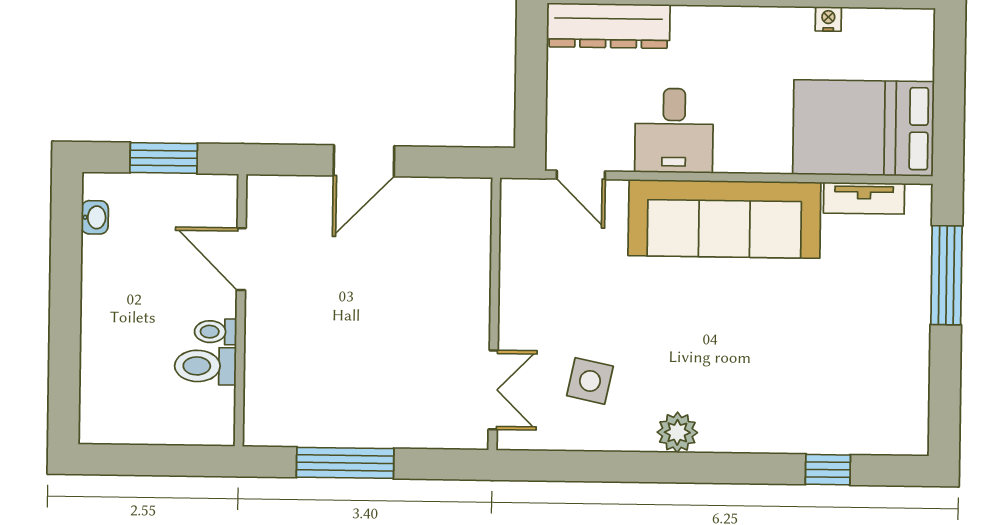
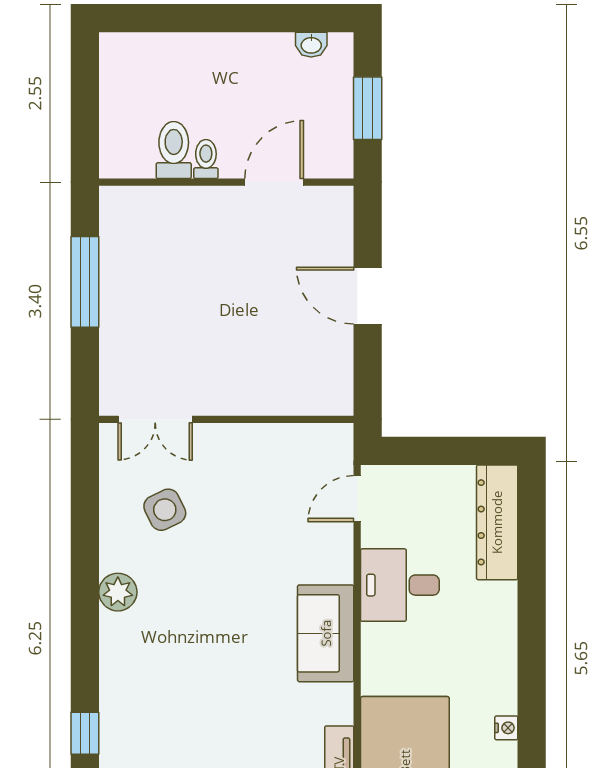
sofa: (724, 219) -> (326, 633), width x0.54, depth x0.79
side table: (590, 381) -> (165, 510), turned -38

